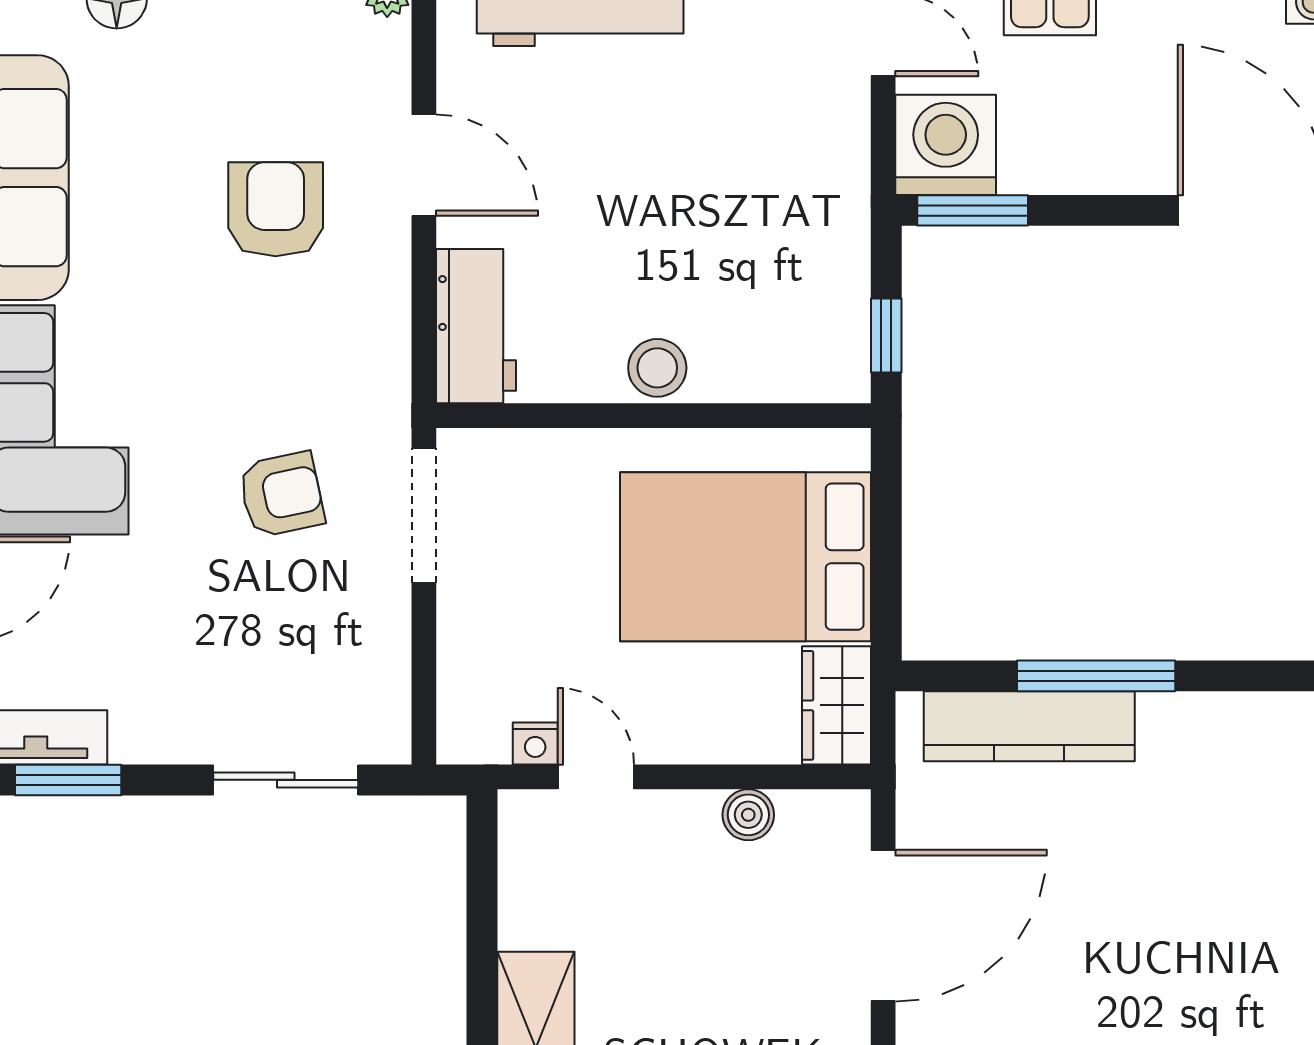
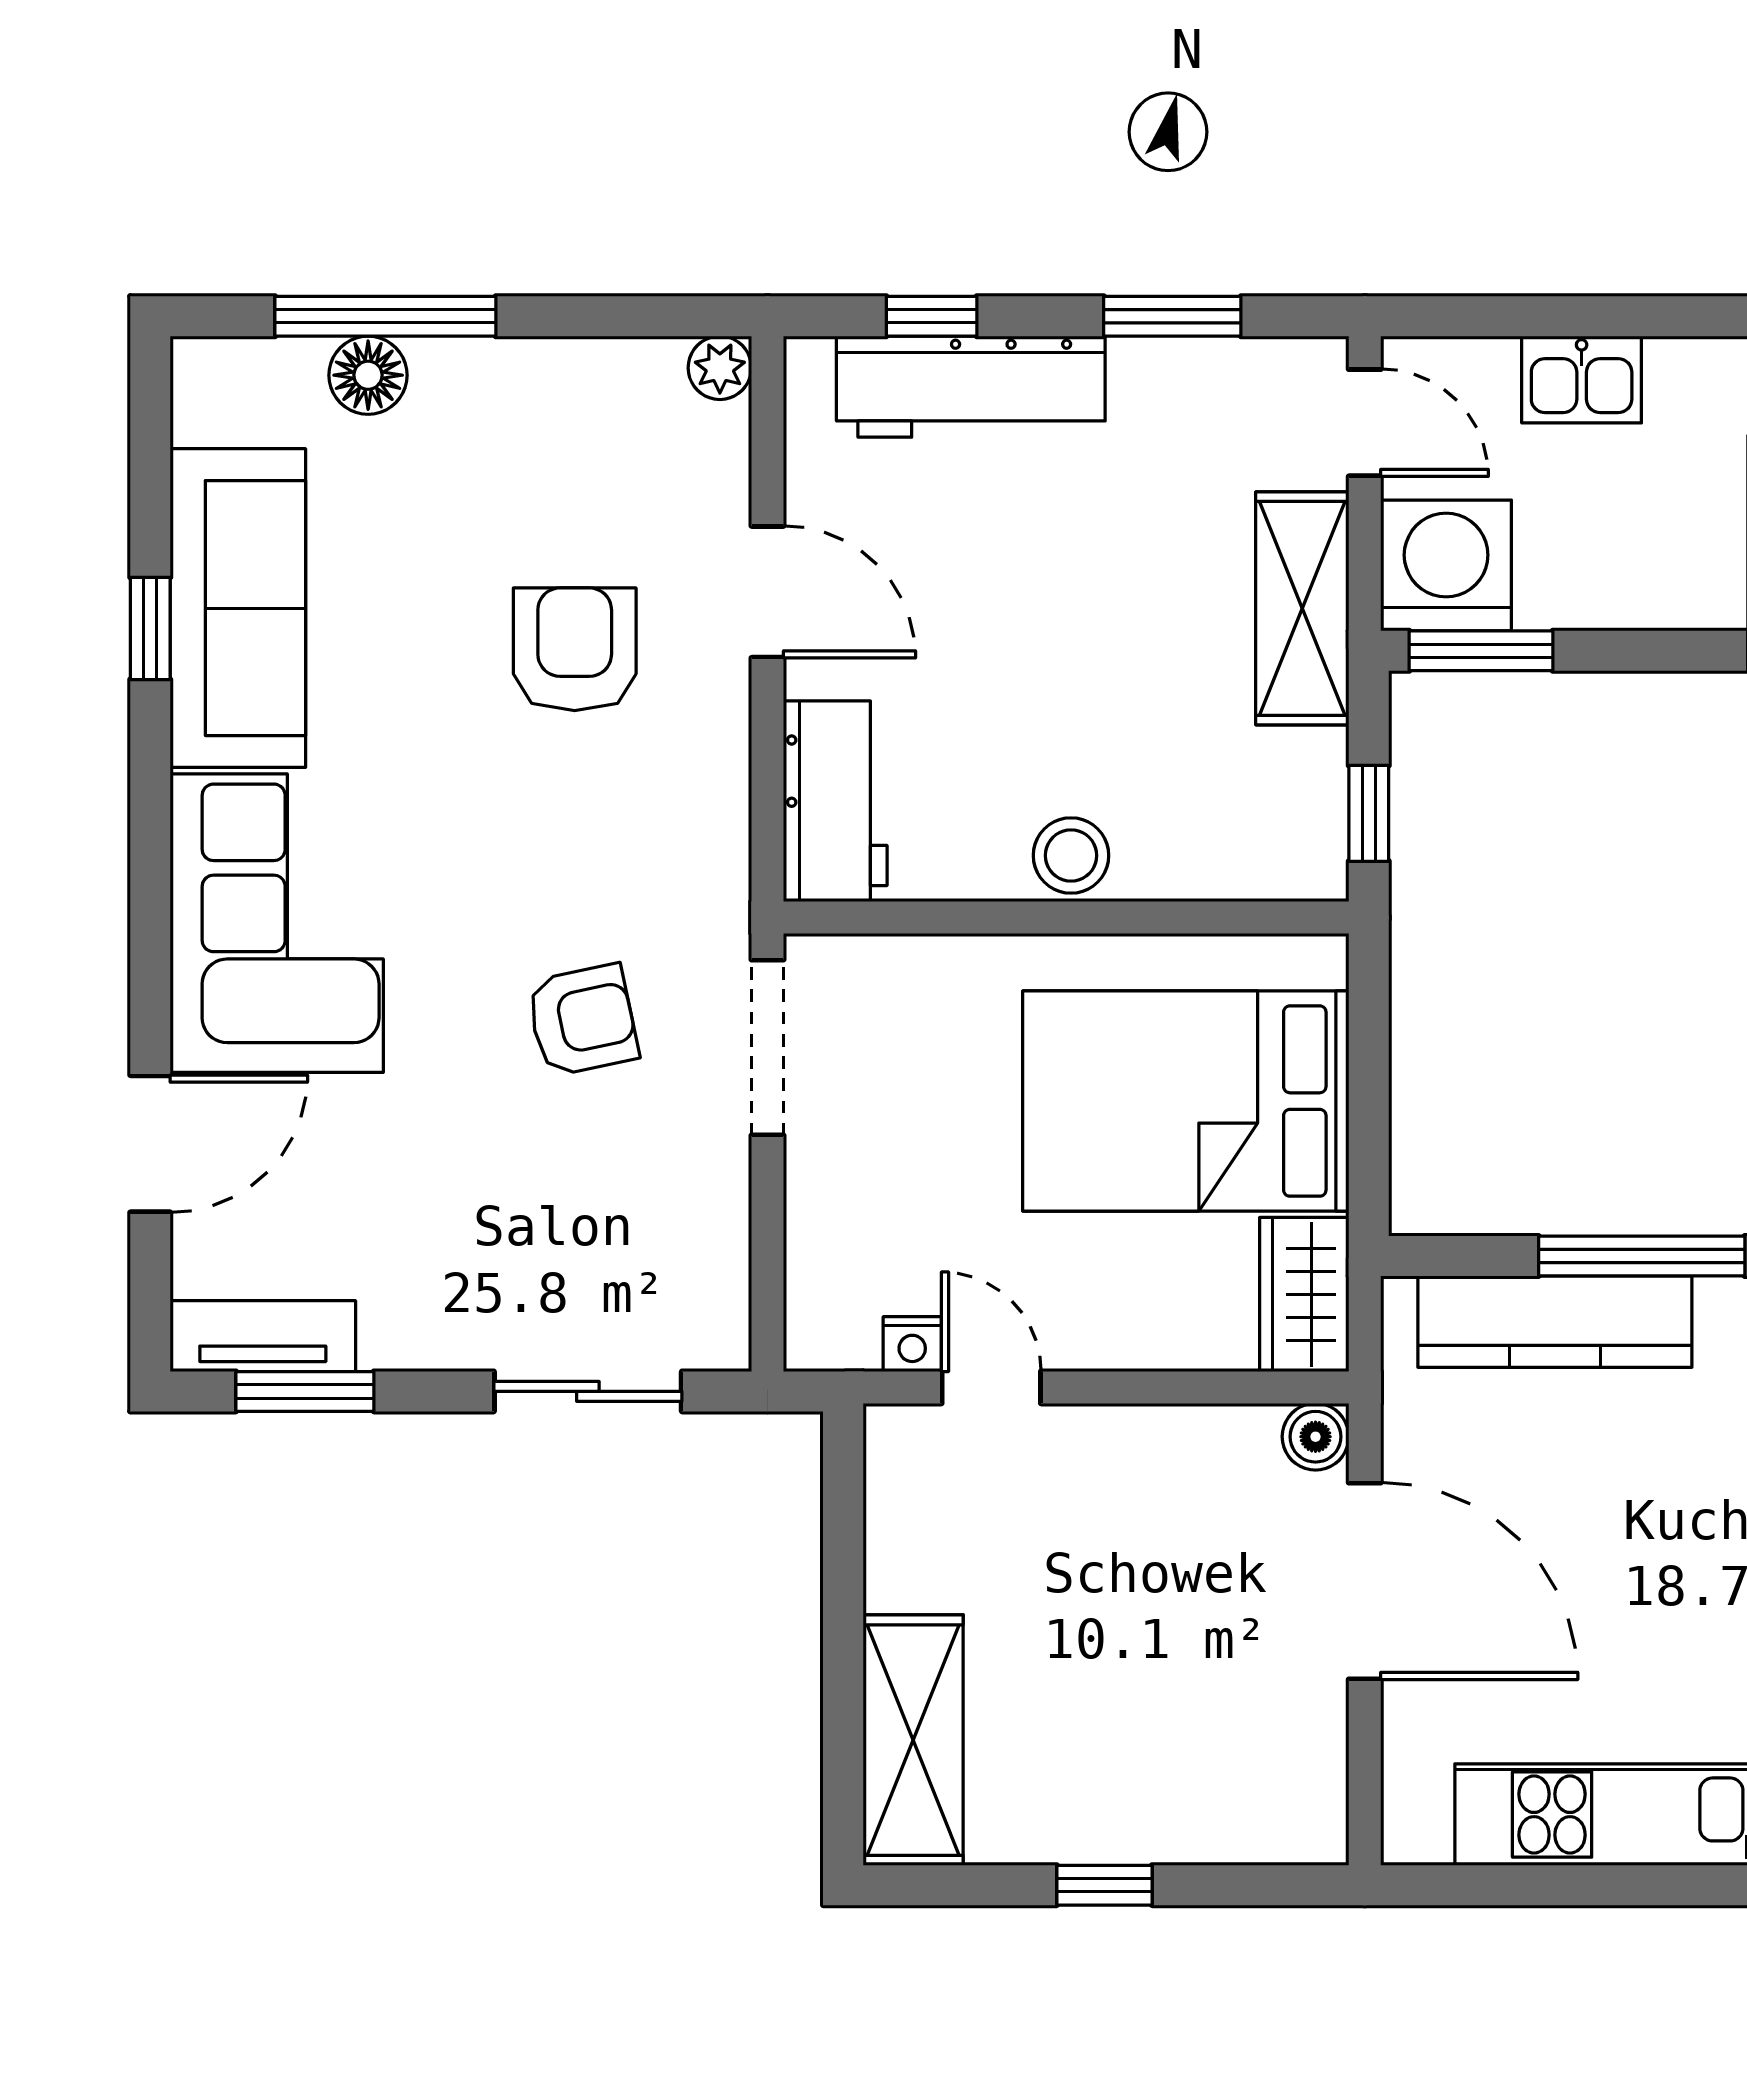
shelving: (835, 178) -> (1302, 608), added
boiler: (748, 815) -> (1316, 1437), moved
door: (883, 926) -> (1365, 1581), hinge flipped

